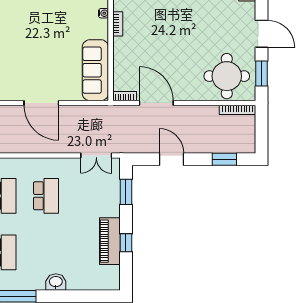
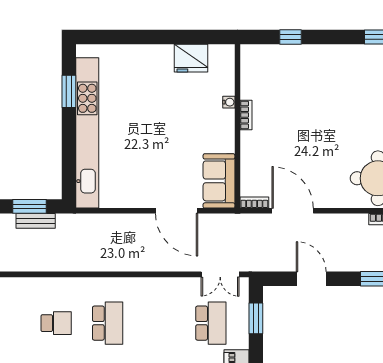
sofa: (95, 70) -> (219, 181), width x0.73
door: (41, 103) -> (177, 211), moved
school desk: (46, 196) -> (211, 323), moved

